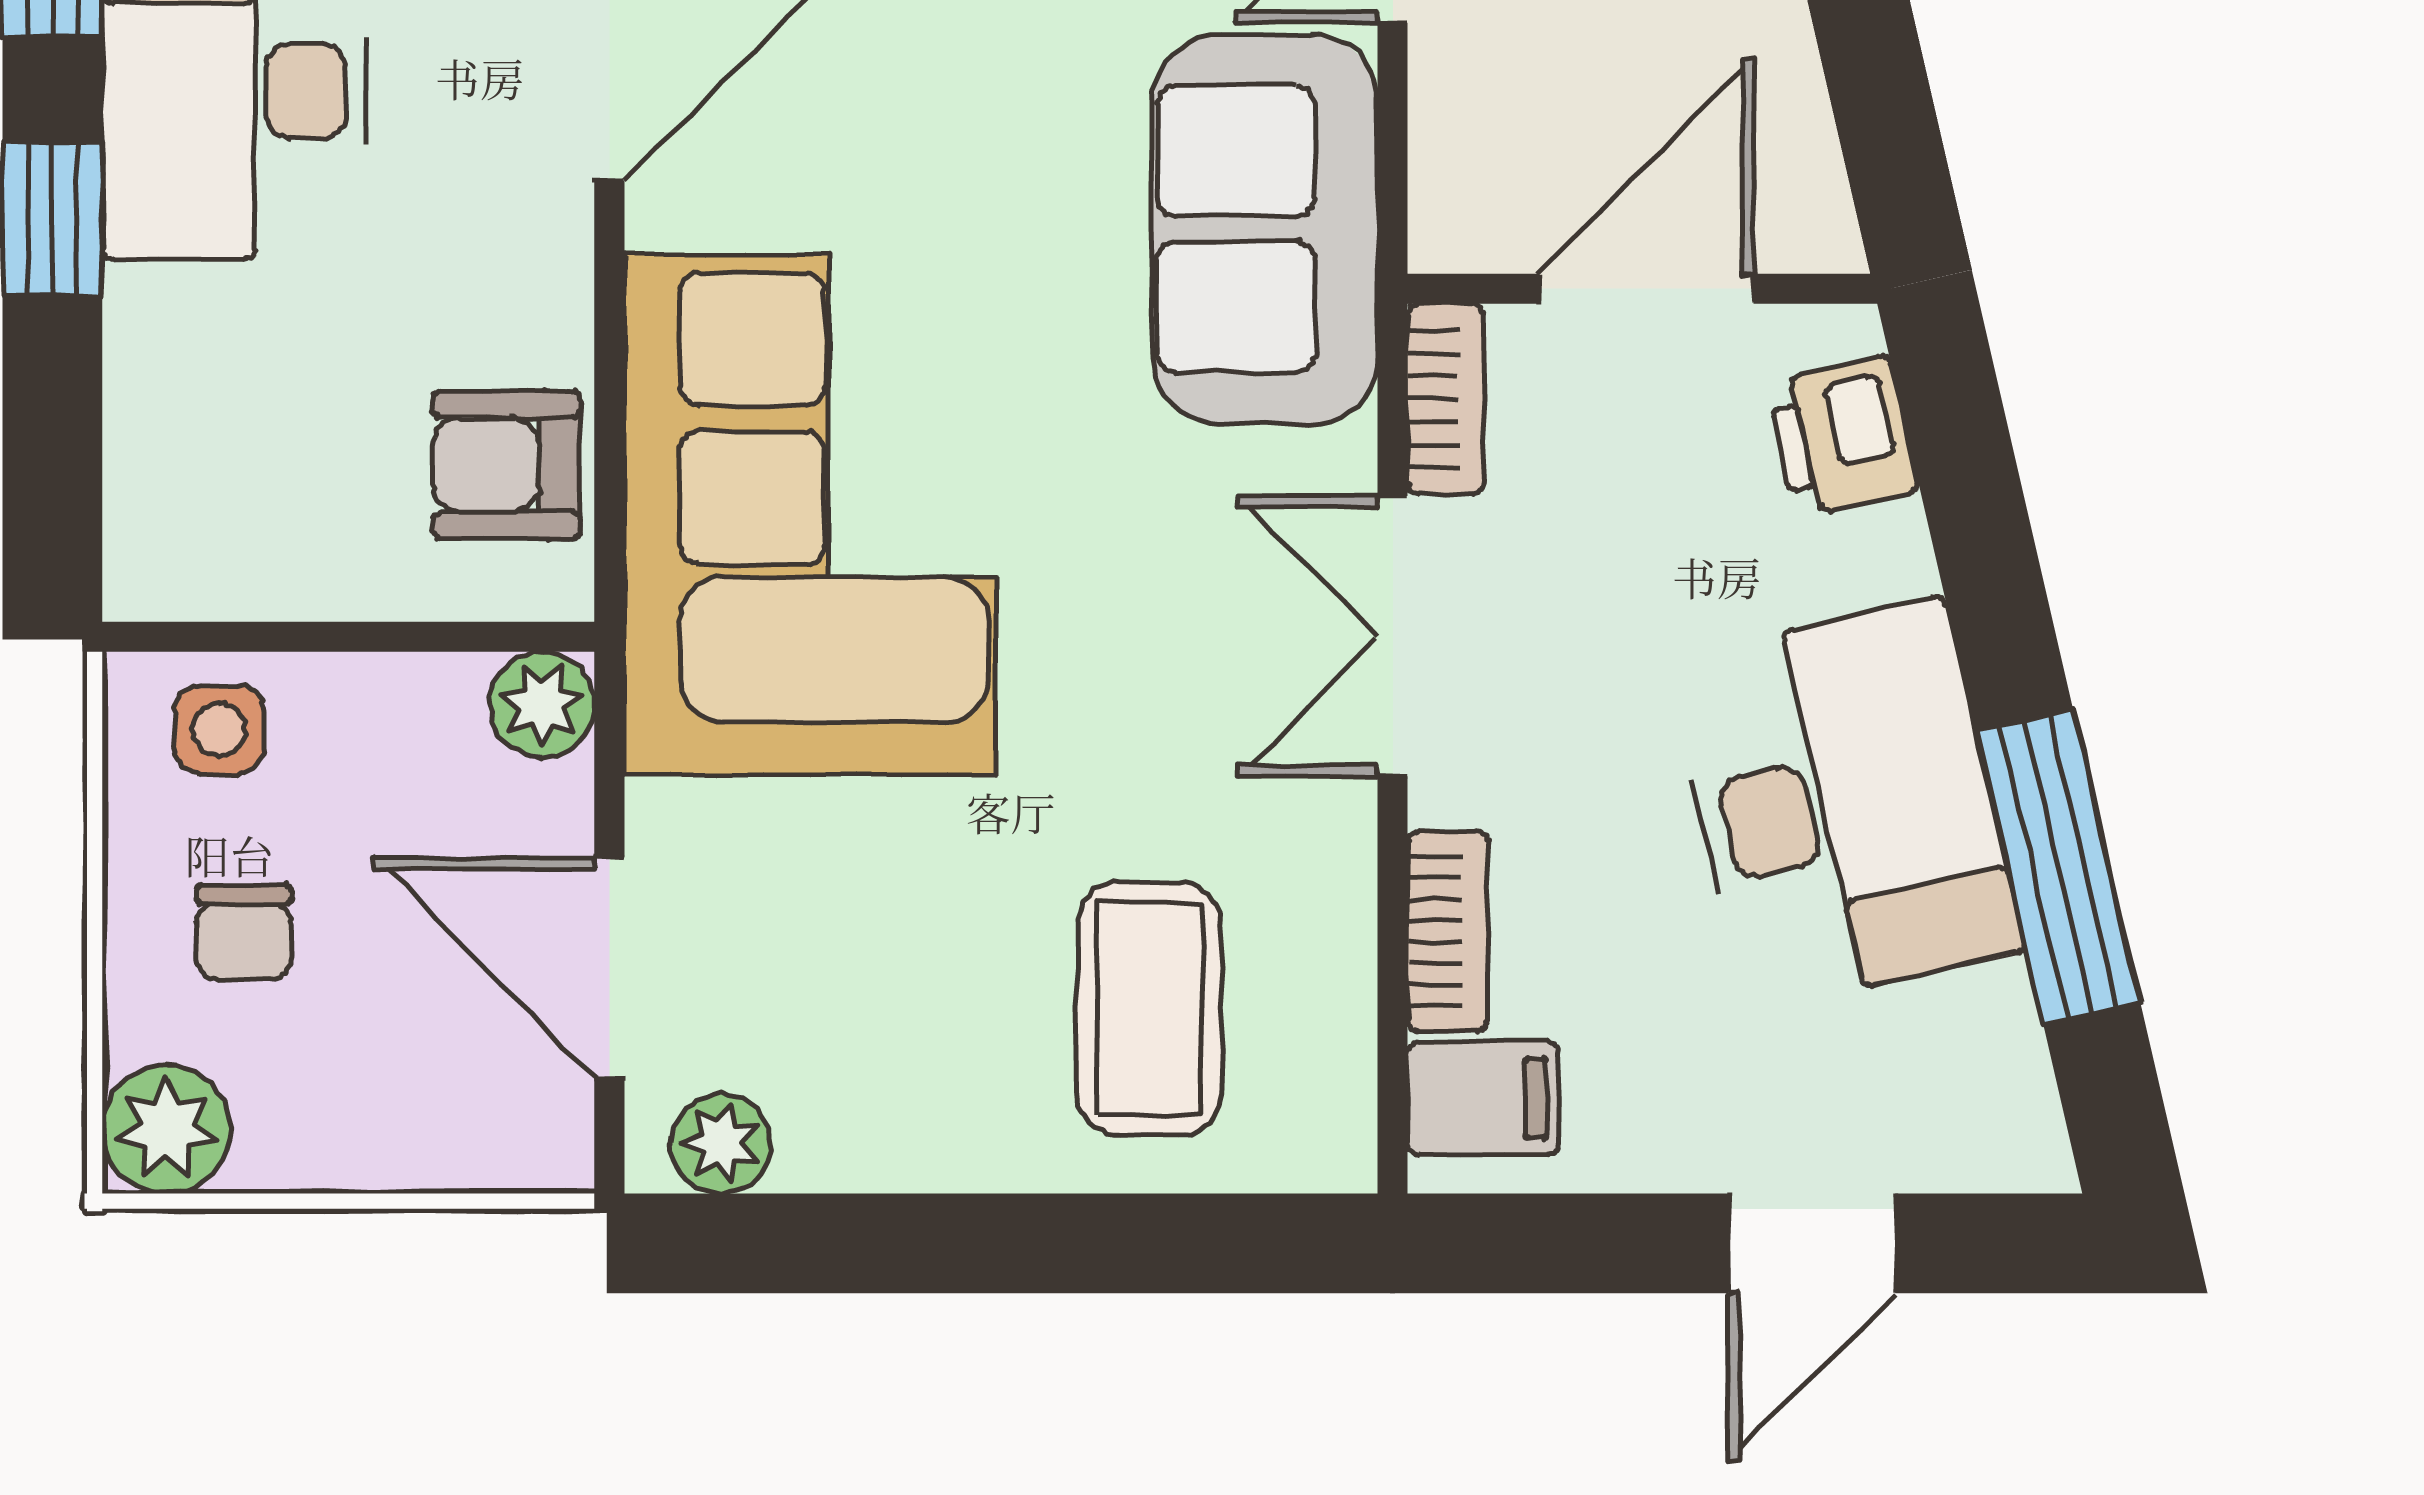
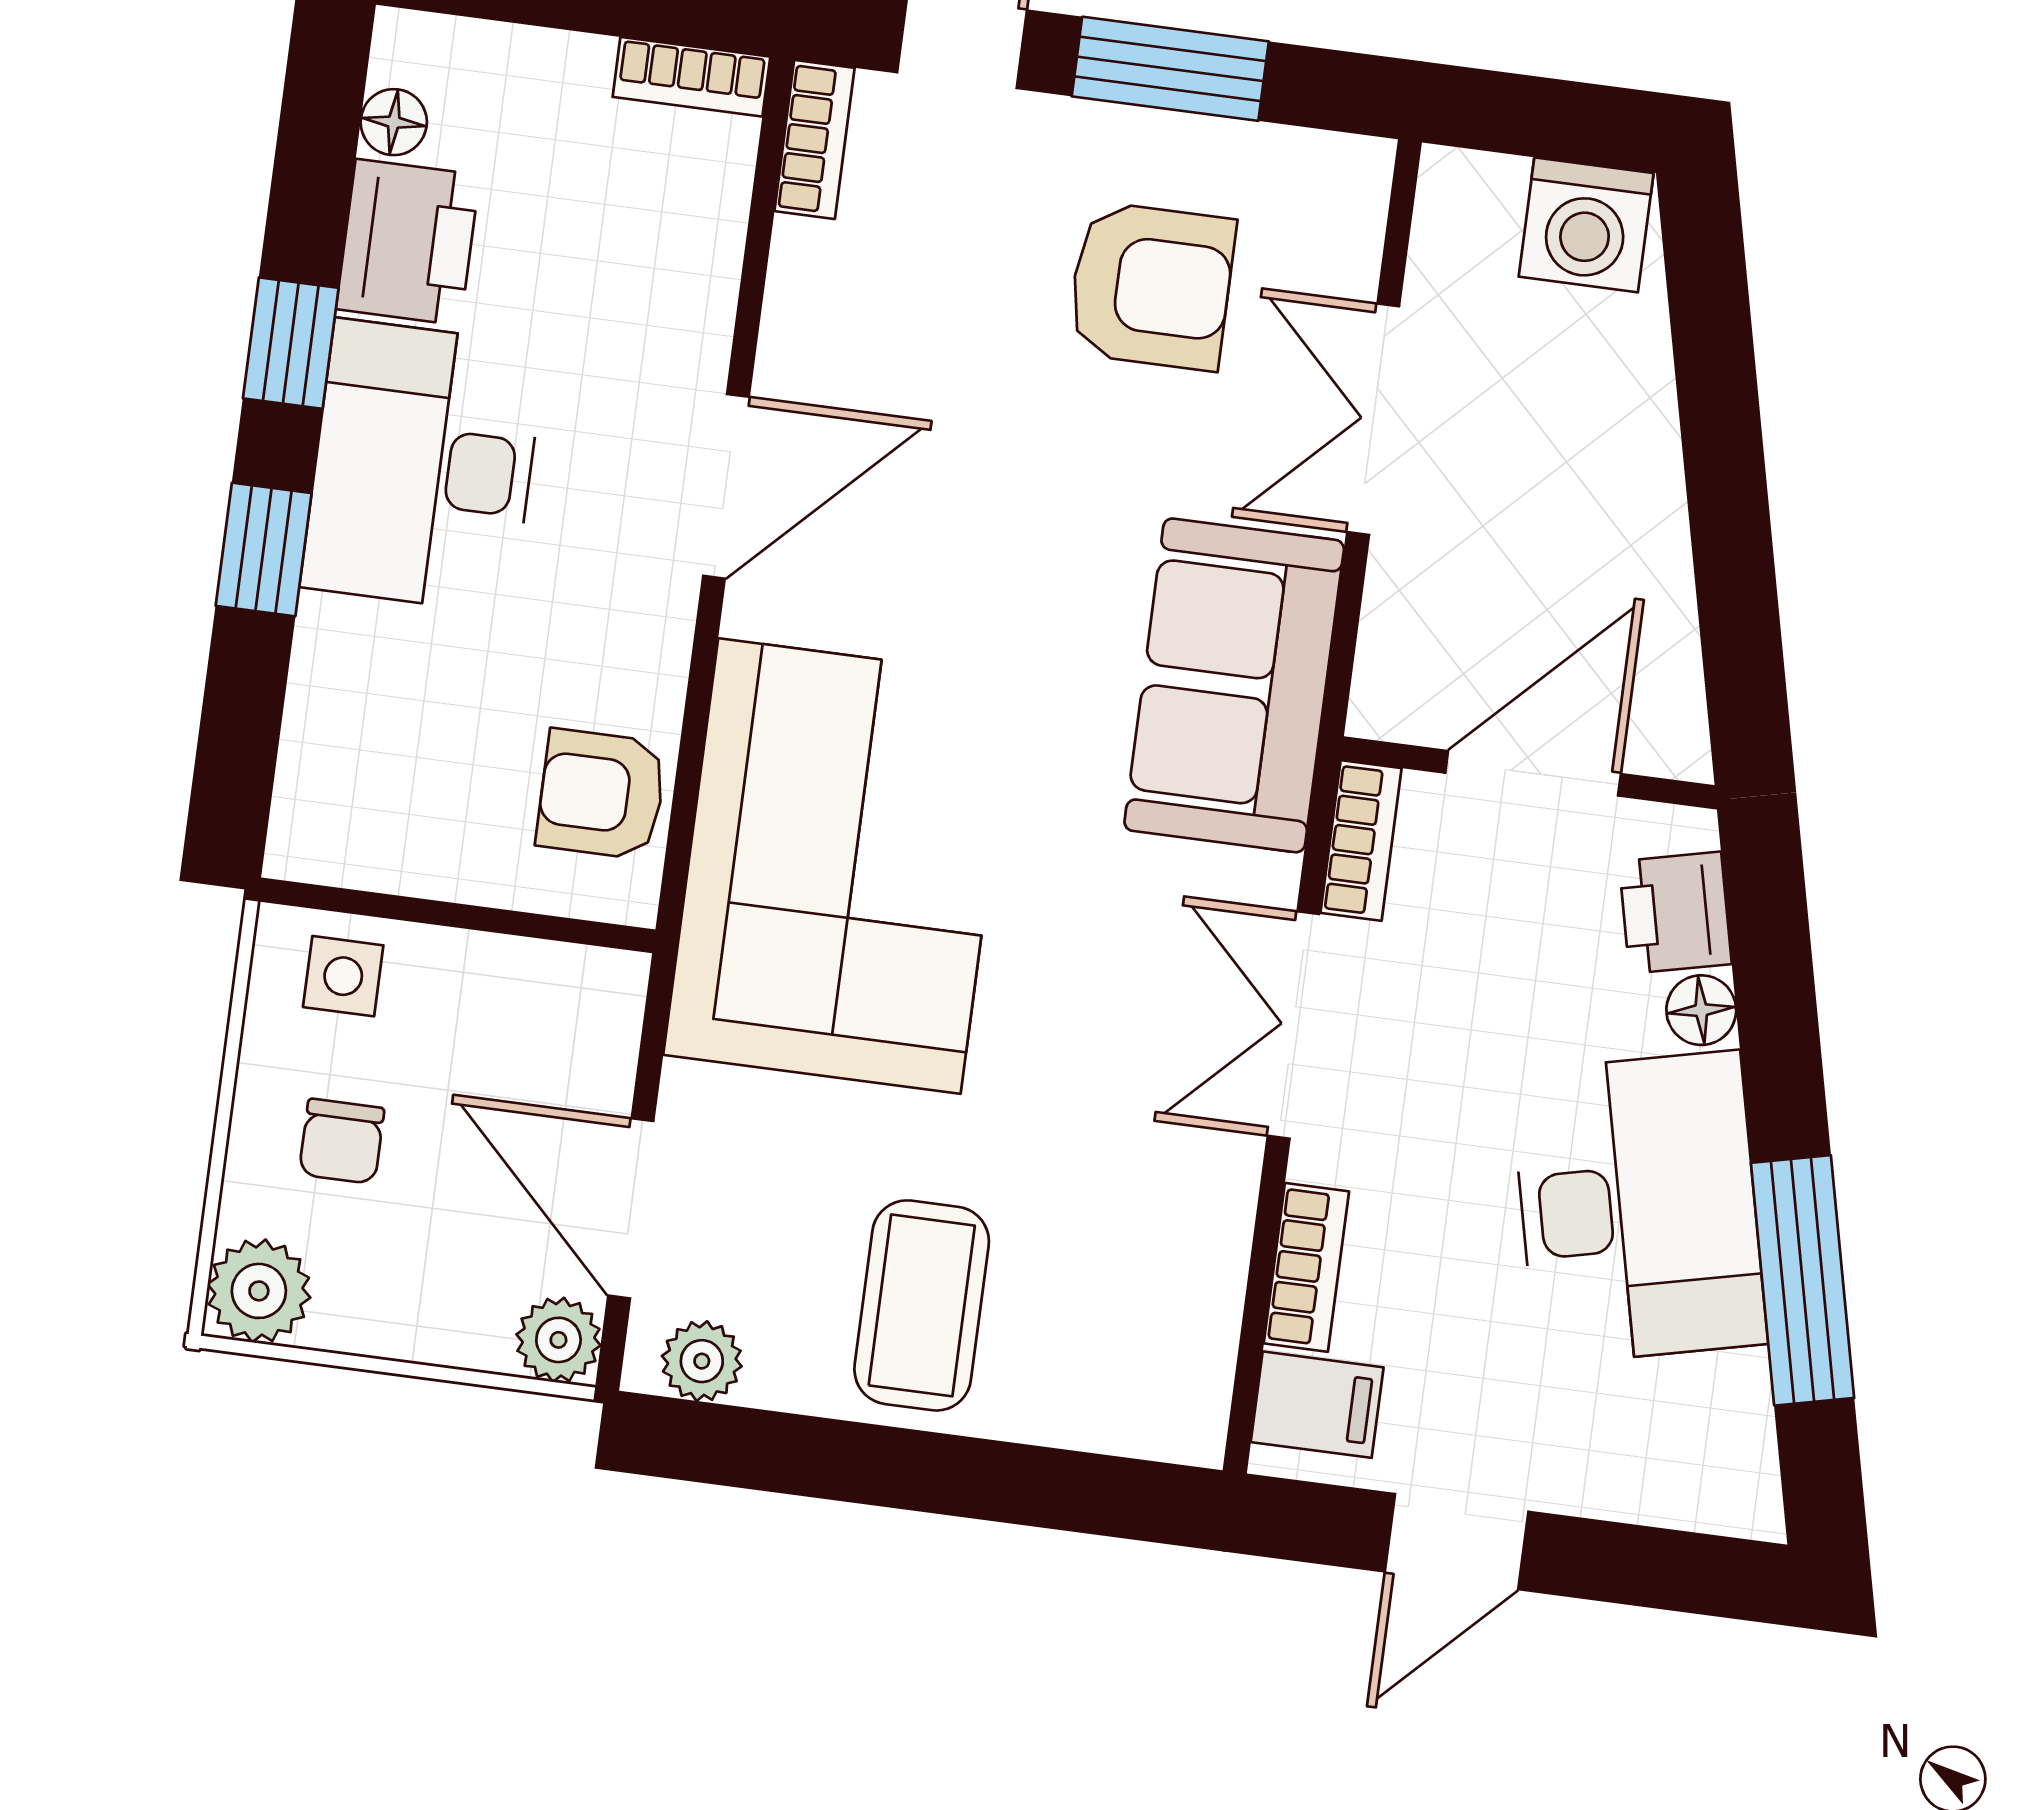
floor lamp: (1890, 552) -> (1701, 1010), added
plant: (542, 704) -> (558, 1340), moved
coffee table: (1149, 1009) -> (922, 1305), moved
door: (1812, 1243) -> (1457, 1542), moved

